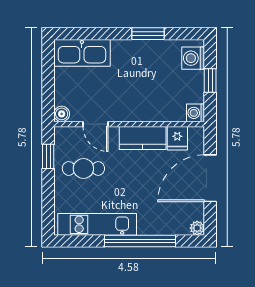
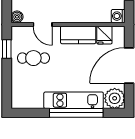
kitchen unit: (97, 224) -> (74, 100), moved
plant: (197, 228) -> (115, 98), width x1.88, depth x1.88

